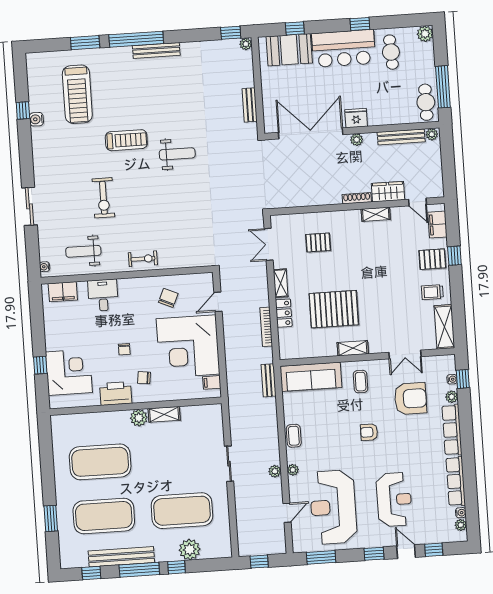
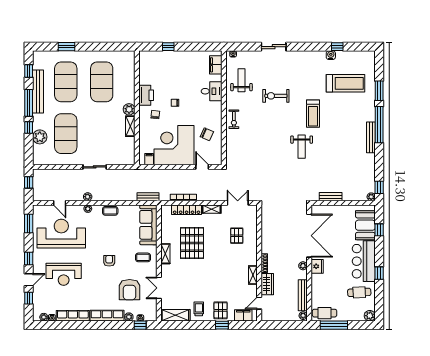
treadmill: (77, 94) -> (345, 83), turned 180
locker: (284, 313) -> (187, 210), width x1.53
corner desk: (69, 372) -> (162, 65), removed

